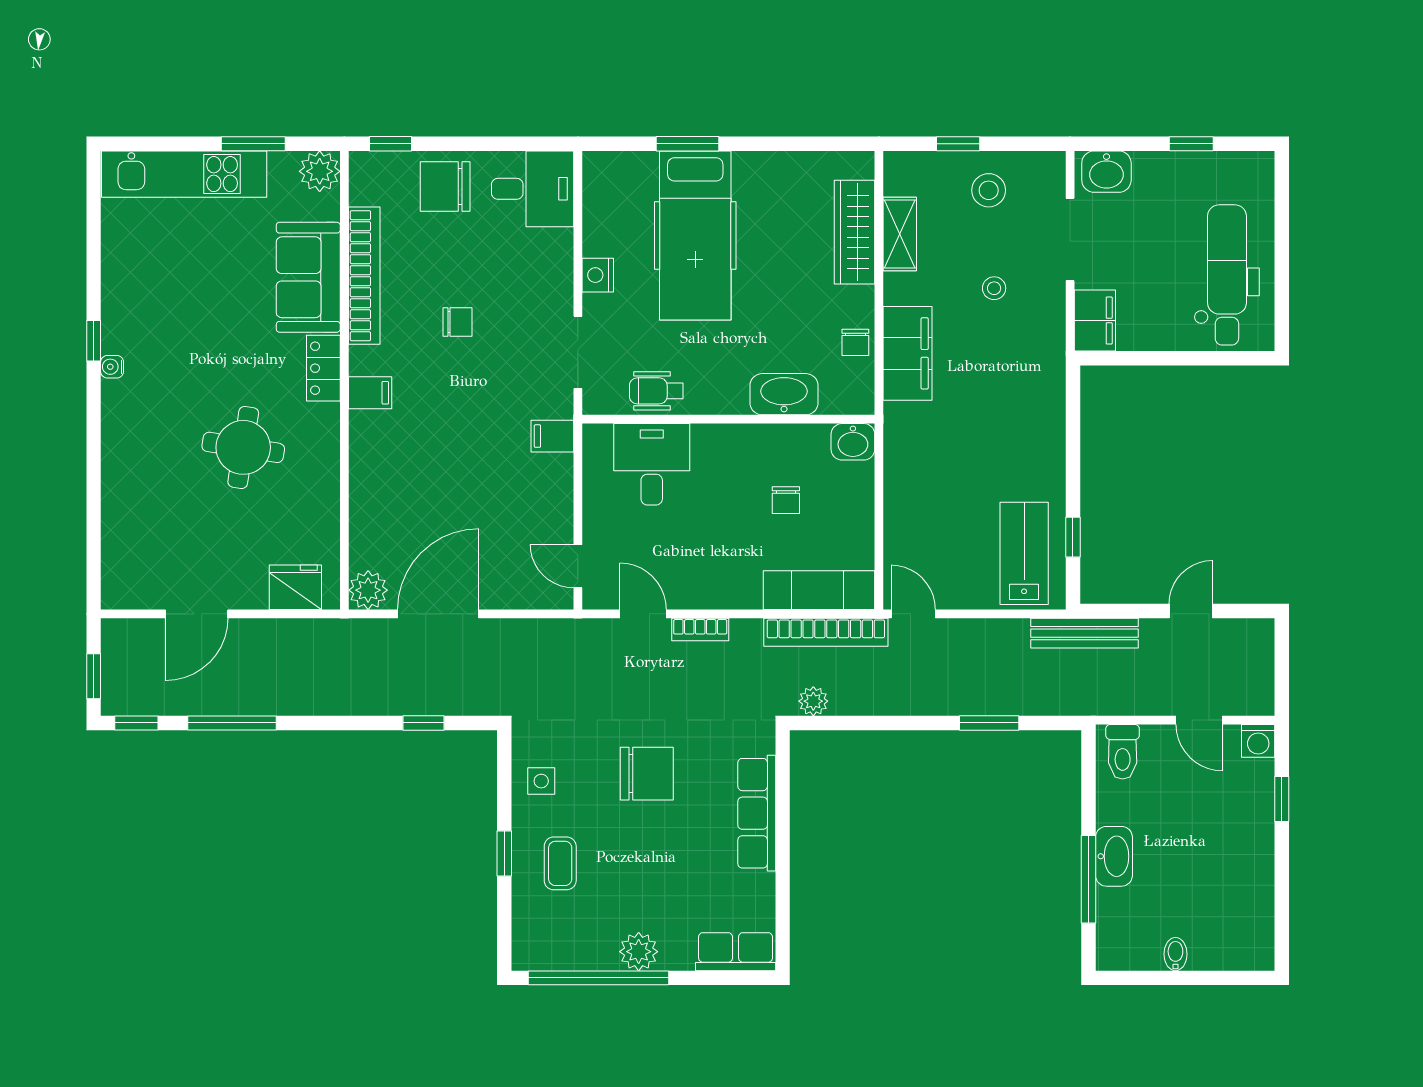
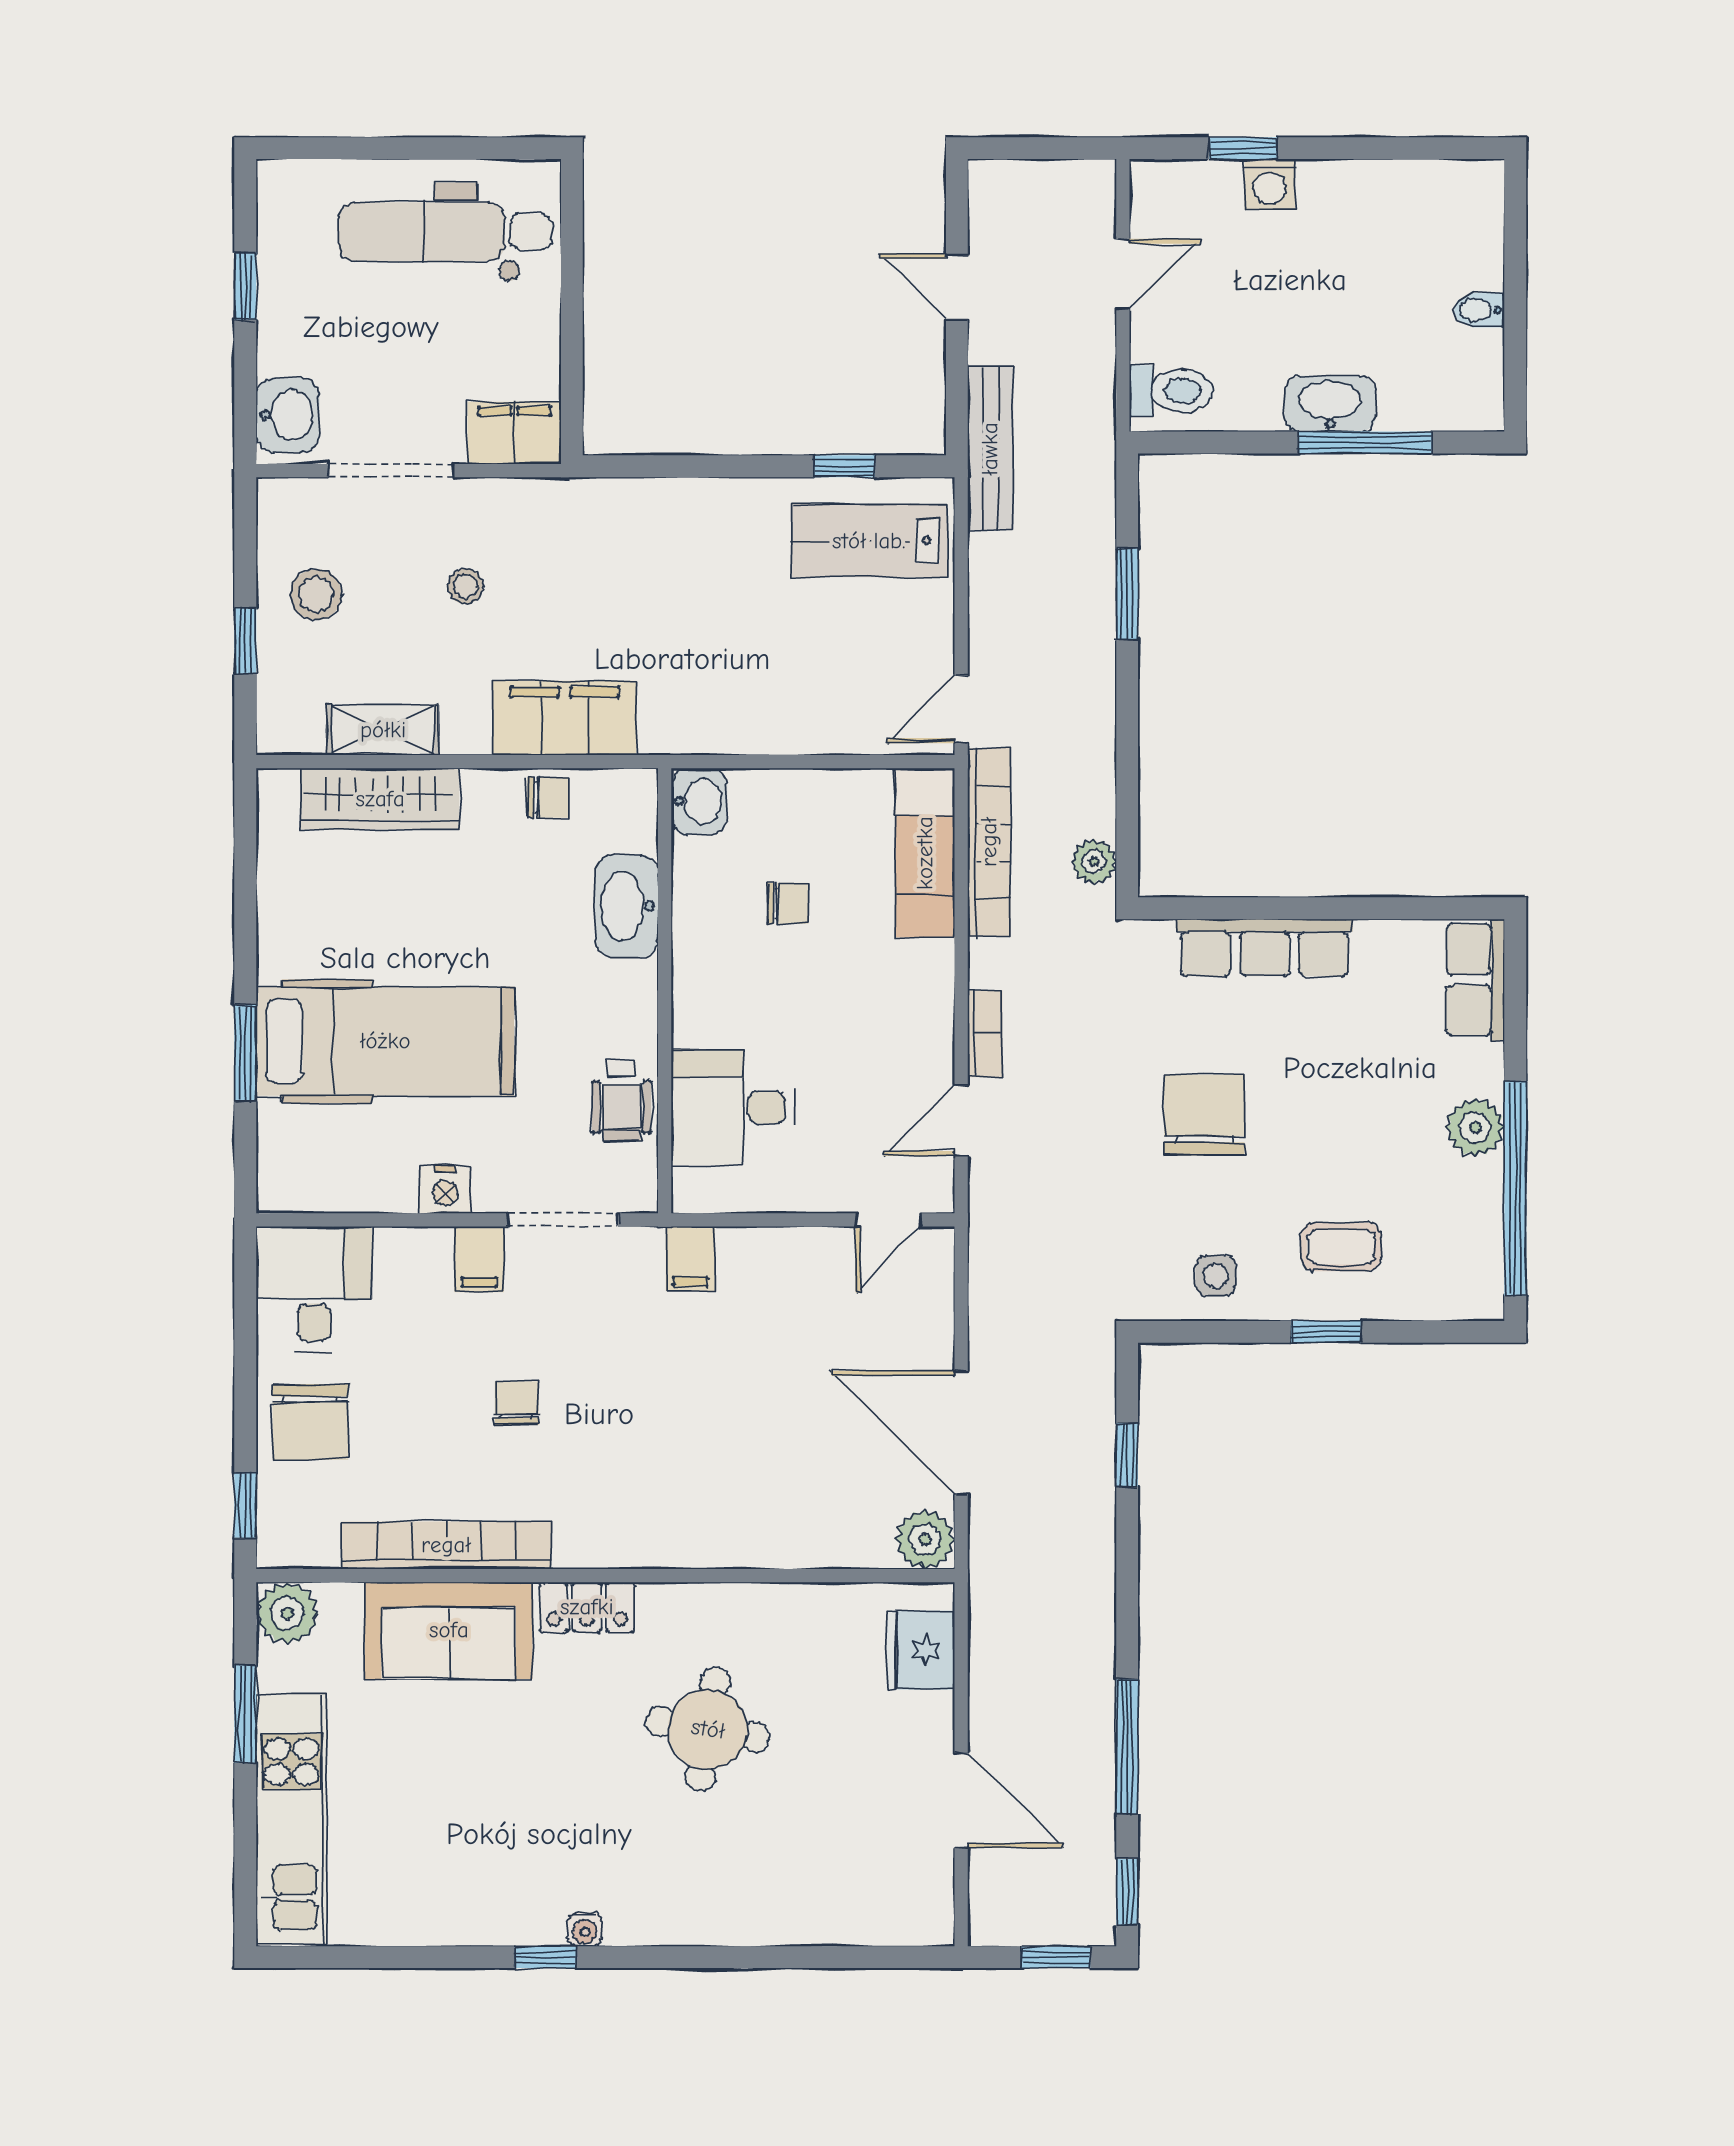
filing cabinet: (370, 393) -> (479, 1259), moved, turned 180
washing machine: (1258, 741) -> (1270, 184), moved, turned 90

